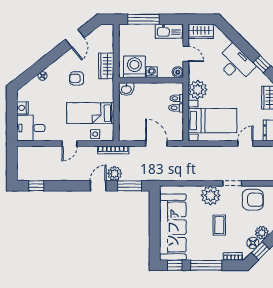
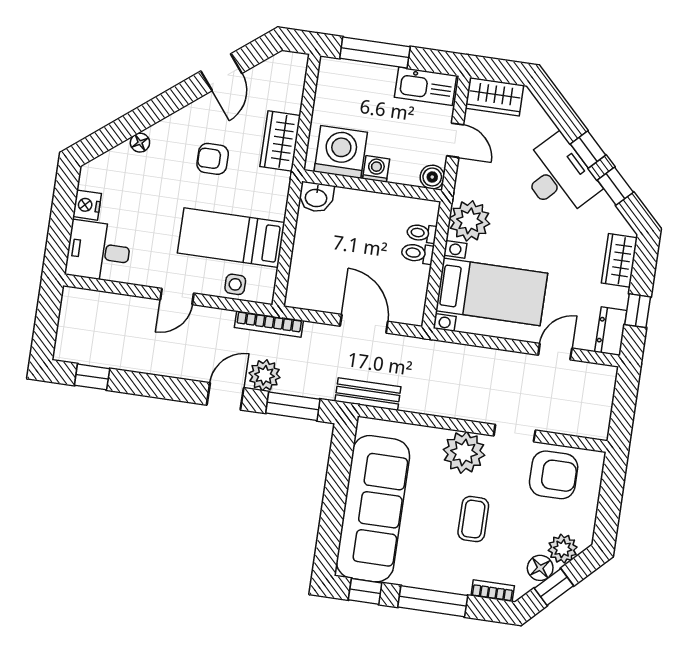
window: (247, 49) -> (588, 150), added
bench: (163, 175) -> (368, 394), added

